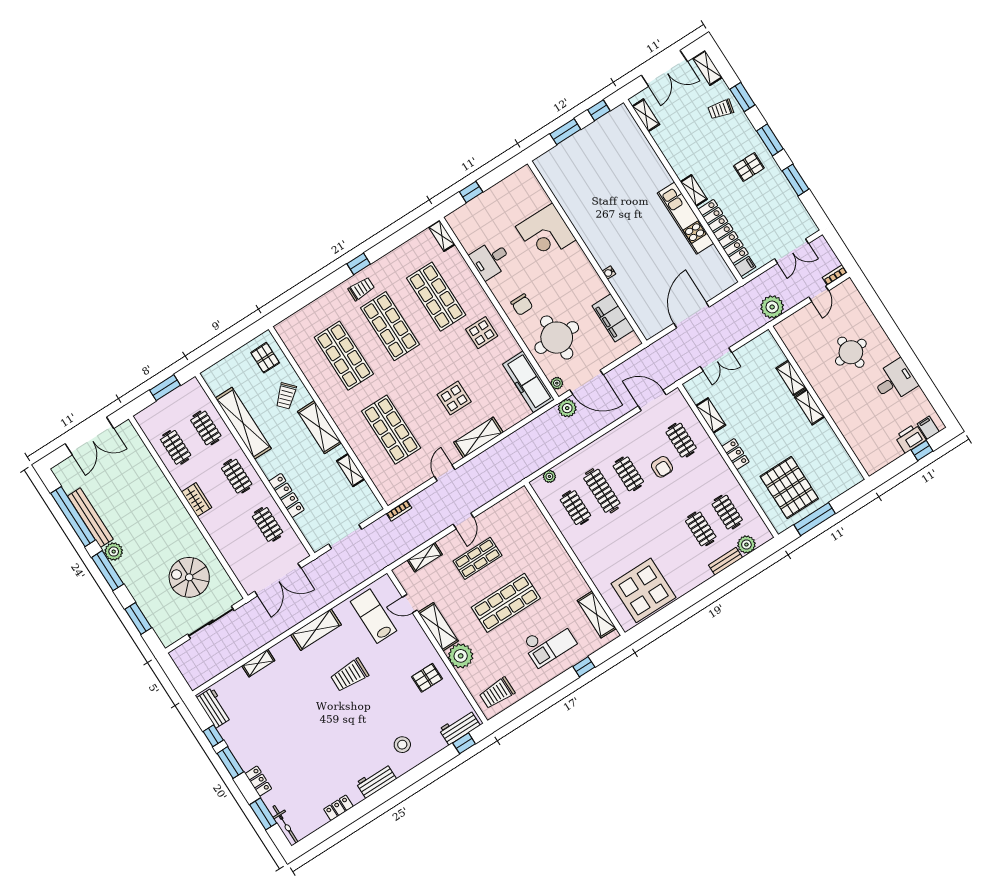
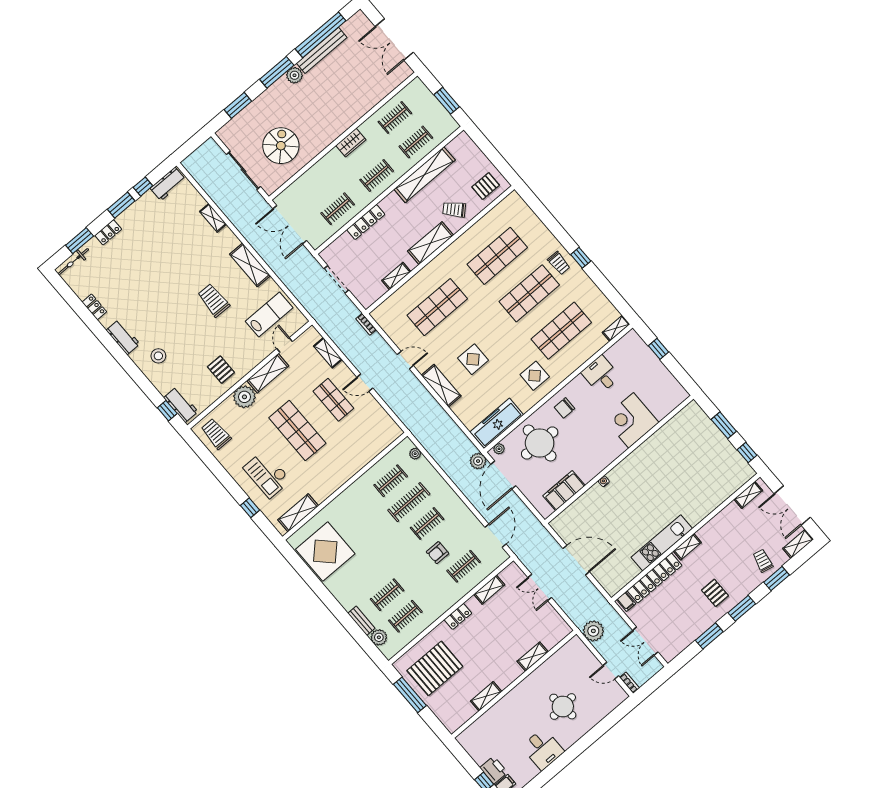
shelving: (810, 407) -> (486, 696), moved

